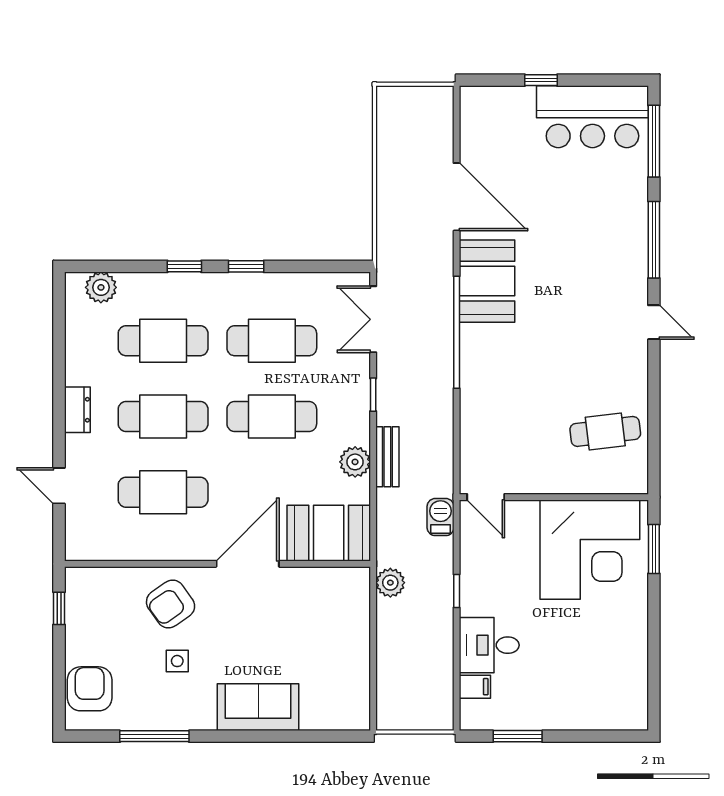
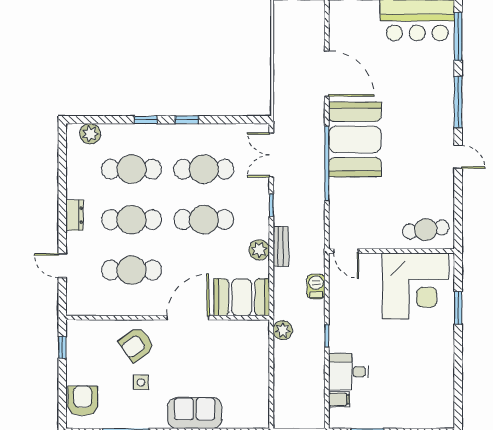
booth: (487, 281) -> (355, 139), width x1.36, depth x1.42
door: (486, 497) -> (346, 251), moved
wall: (554, 497) -> (392, 251), moved
corner desk: (590, 550) -> (416, 286), moved

